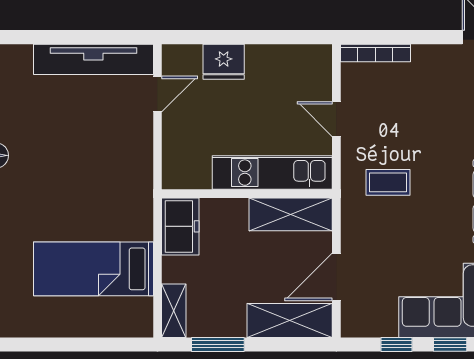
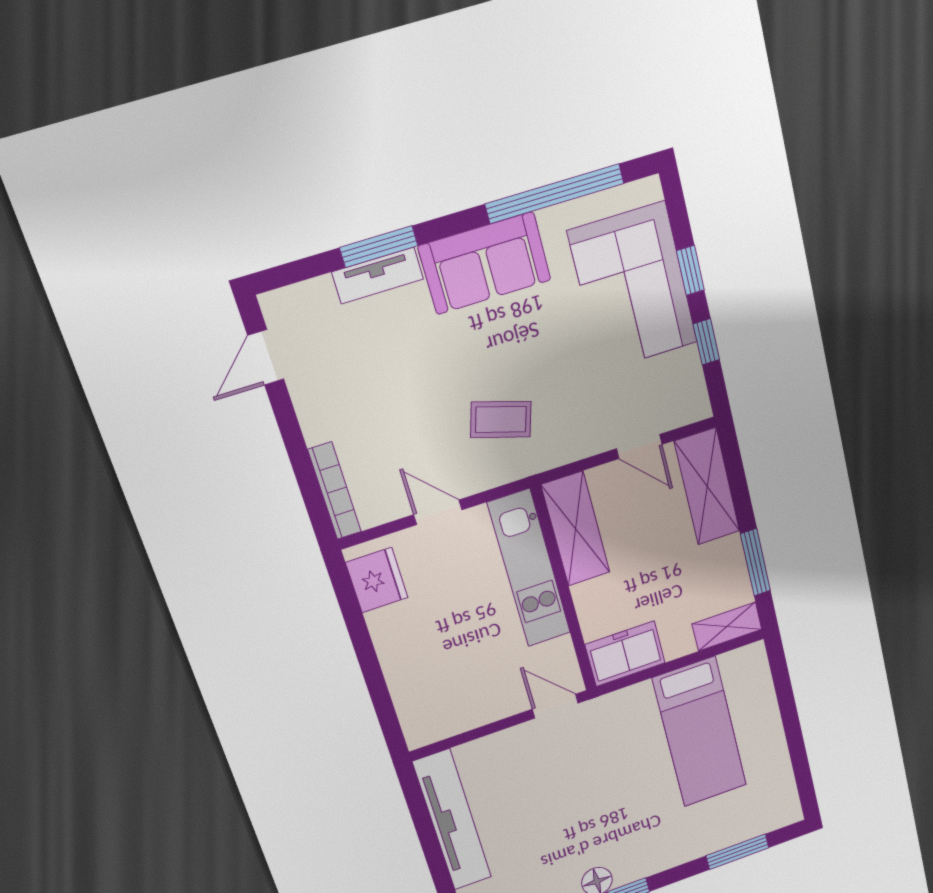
fridge: (224, 62) -> (377, 580), moved
door: (157, 94) -> (555, 706), moved
door: (336, 119) -> (438, 512), swing flipped
coffee table: (388, 182) -> (501, 419), turned -73
door: (336, 277) -> (639, 447), width x0.73

